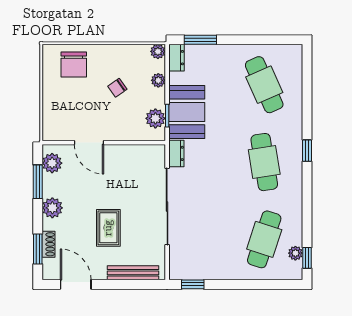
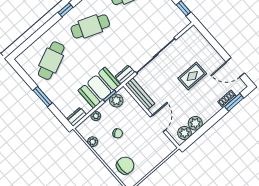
window: (200, 40) -> (43, 97), moved
plant: (158, 51) -> (93, 142), moved
cafe table: (264, 162) -> (90, 26), turned 30
window: (38, 182) -> (200, 132), removed
plant: (52, 208) -> (195, 123), moved
bench: (133, 273) -> (140, 94), moved
door: (76, 284) -> (235, 67), hinge flipped

